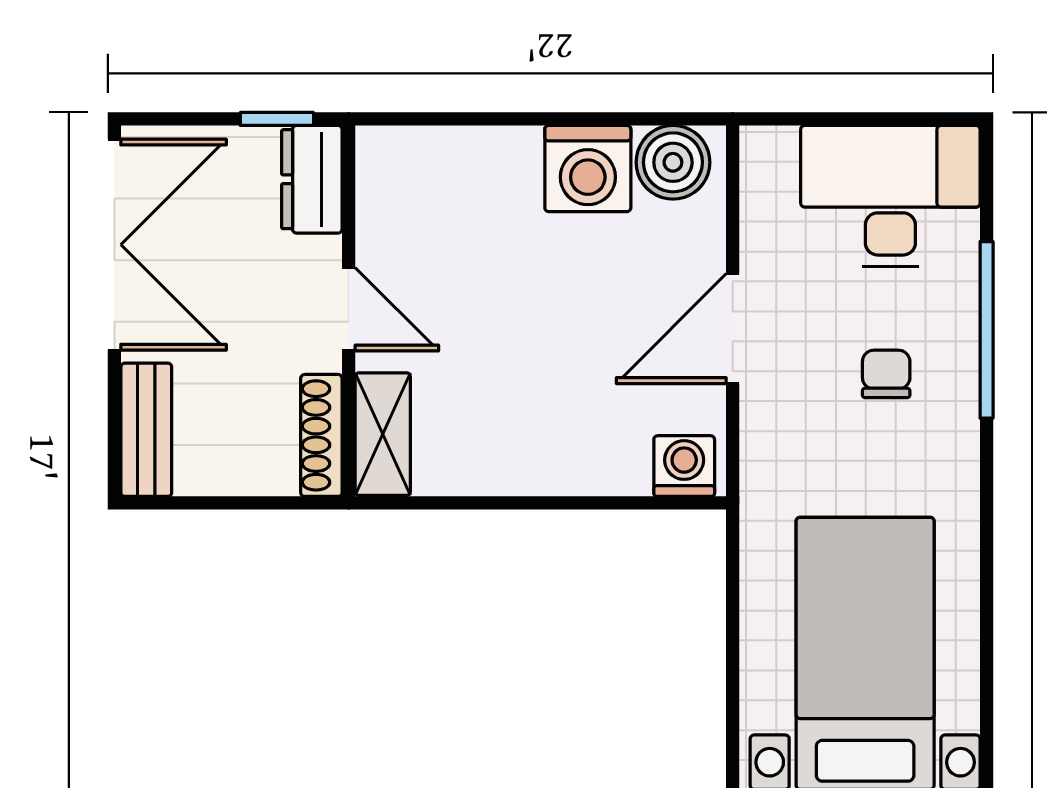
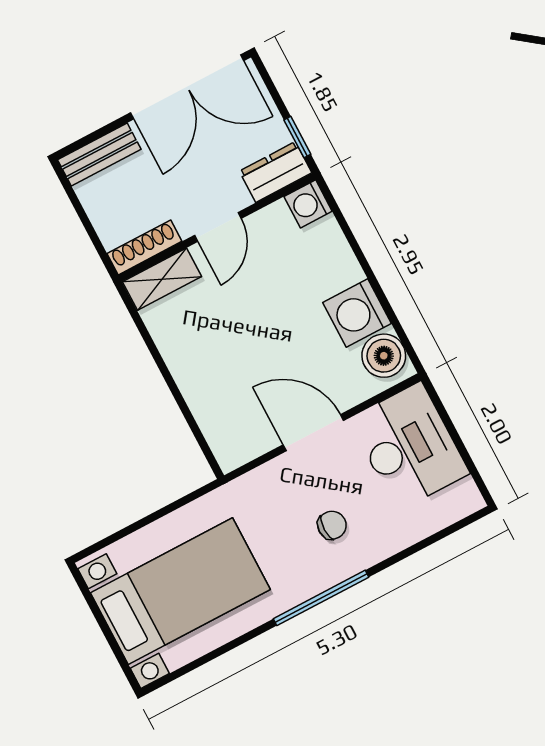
desk: (890, 196) -> (409, 446), moved
window: (987, 330) -> (321, 598), moved
washing machine: (684, 466) -> (308, 204), moved, turned 180

